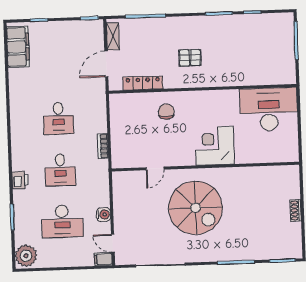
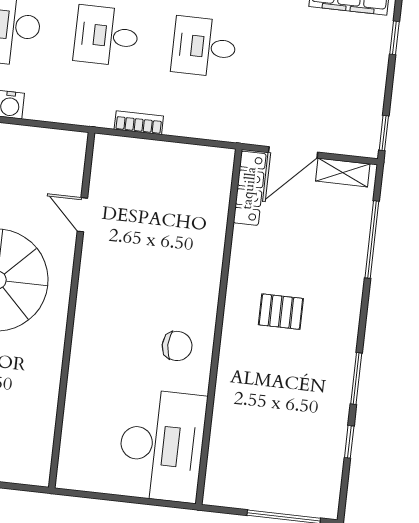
pallet: (190, 58) -> (281, 312), turned 90
door: (106, 64) -> (293, 152), swing flipped
locker: (143, 83) -> (250, 188), moved
chair: (166, 112) -> (177, 346), moved
corner desk: (215, 146) -> (108, 333), removed

